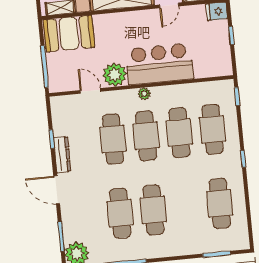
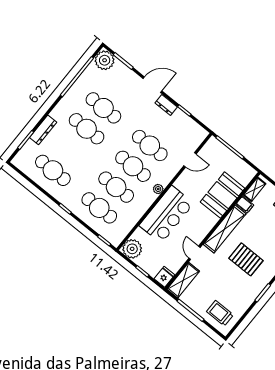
booth: (69, 34) -> (223, 195), moved
plant: (115, 75) -> (132, 249), moved
dresser: (62, 155) -> (166, 105), width x0.70
dresser: (192, 247) -> (43, 130), added

